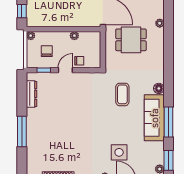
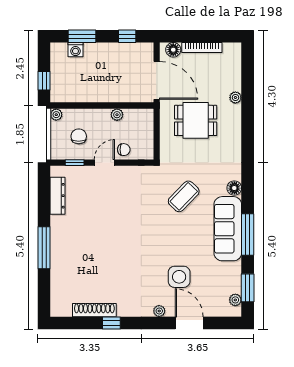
coffee table: (122, 94) -> (184, 196), turned 44

